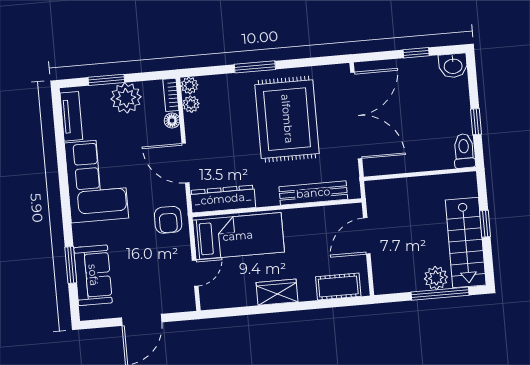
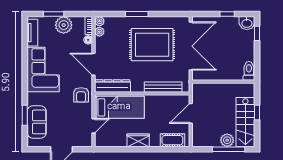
rug: (287, 119) -> (152, 45), turned 90
window: (476, 122) -> (257, 33), moved

